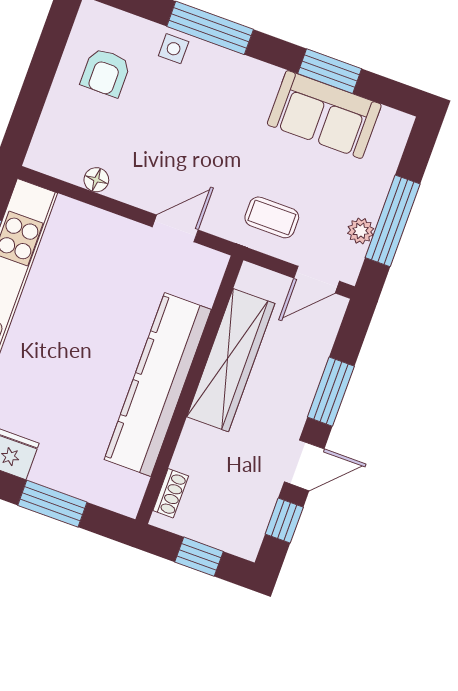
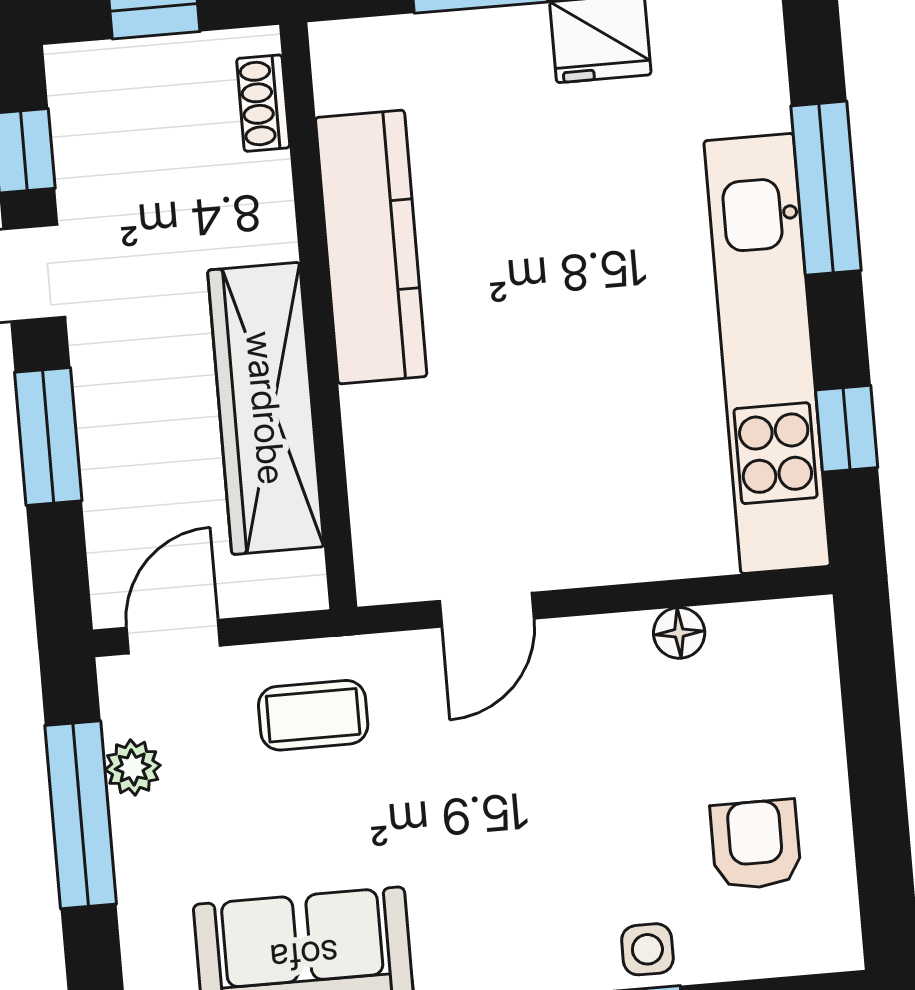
kitchen counter: (158, 384) -> (371, 247), width x0.72, depth x0.86

